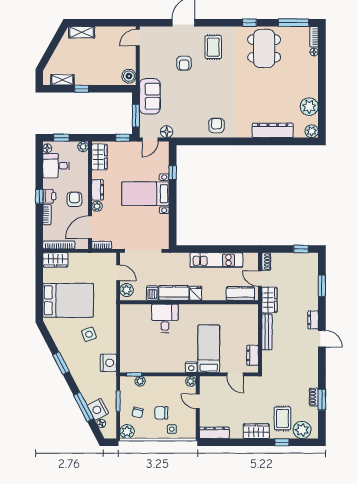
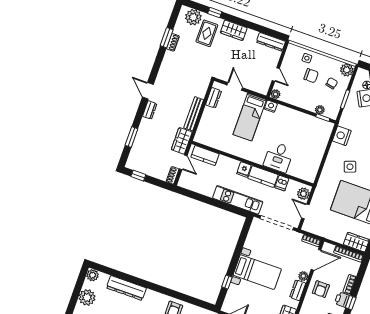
kitchen unit: (216, 260) -> (238, 200), moved

